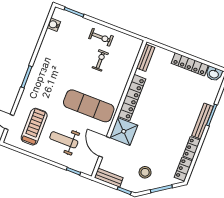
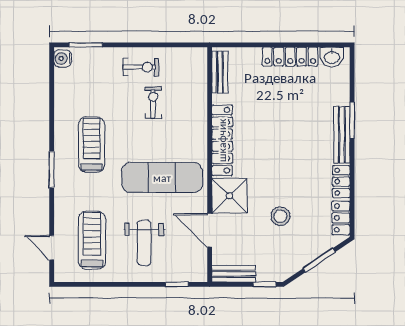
water cooler: (54, 25) -> (63, 58), moved
treadmill: (55, 71) -> (92, 145), added
weight bench: (64, 140) -> (144, 243), turned -90
stool: (145, 172) -> (280, 216), moved

